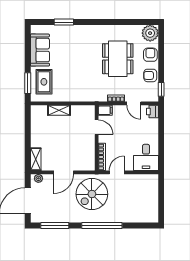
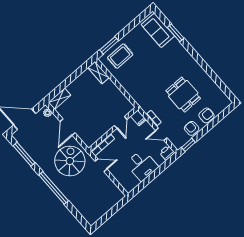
plant: (150, 33) -> (222, 102), removed
sofa: (40, 50) -> (158, 30), moved, turned 90
dining table: (118, 59) -> (183, 95), width x0.73
door: (134, 103) -> (161, 134), hinge flipped
shelving: (59, 110) -> (99, 73), moved
desk: (146, 157) -> (142, 165), moved, turned -90
door: (64, 172) -> (68, 127), hinge flipped
spiral stairs: (92, 194) -> (70, 161), turned 90

